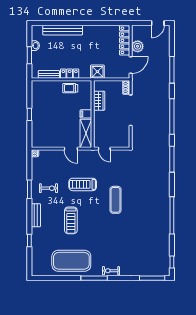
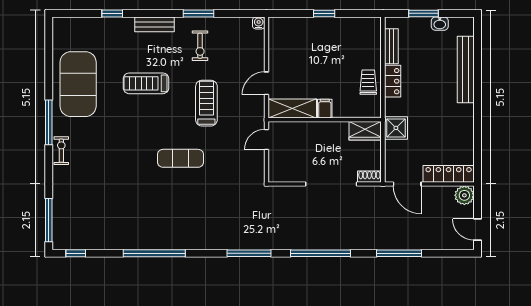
plant: (138, 46) -> (464, 195), moved
wardrobe: (99, 101) -> (365, 131), moved

